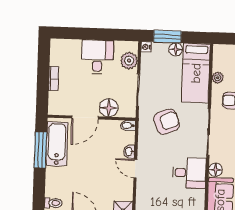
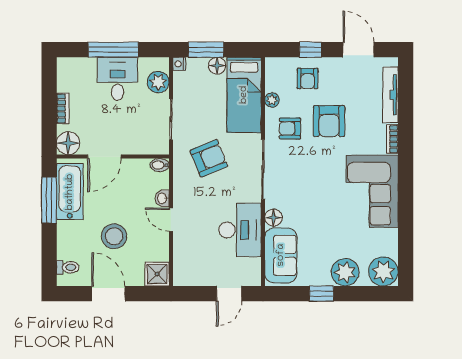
window: (95, 34) -> (113, 50), added
floor lamp: (109, 108) -> (68, 143), moved
desk: (189, 173) -> (240, 230), width x1.37
stool: (90, 180) -> (114, 236), added

